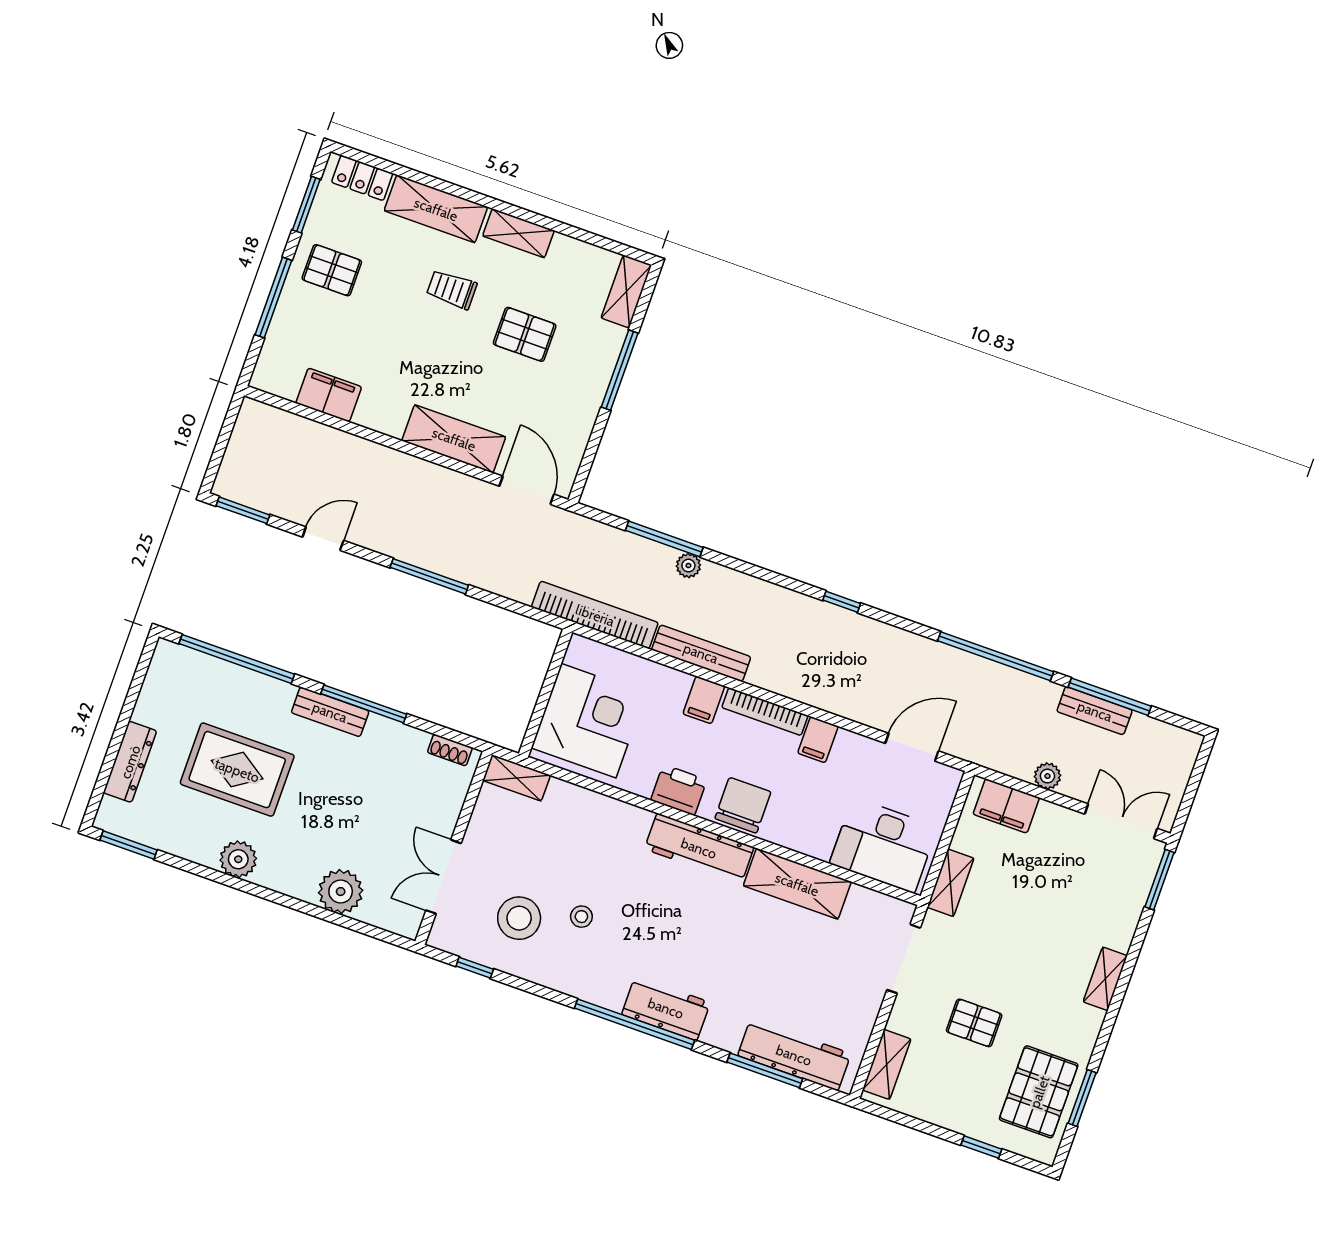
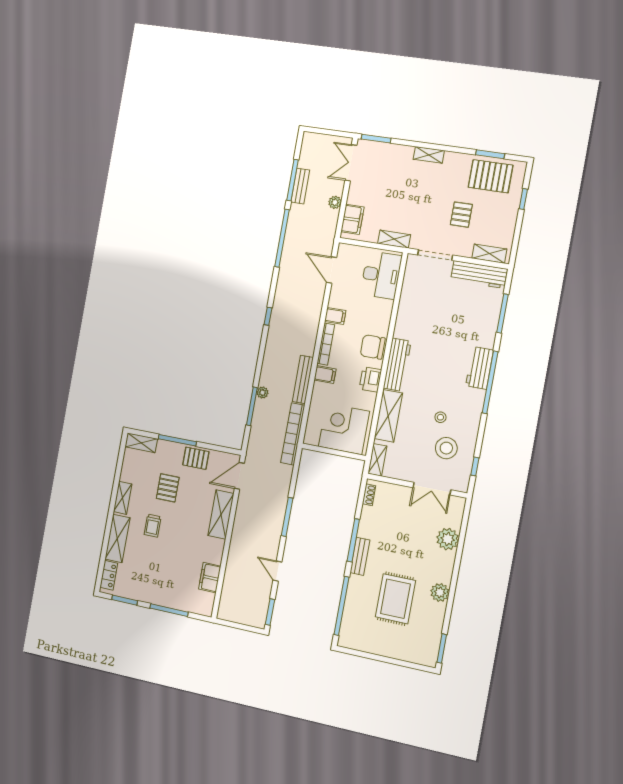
pallet: (332, 270) -> (196, 458), moved, turned 90
dresser: (130, 762) -> (400, 653), removed
shelving: (797, 884) -> (388, 416), moved
workbench: (794, 1055) -> (479, 274), moved, turned -90

